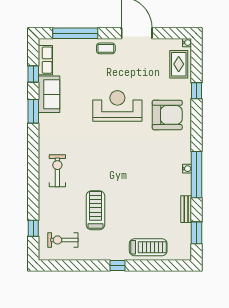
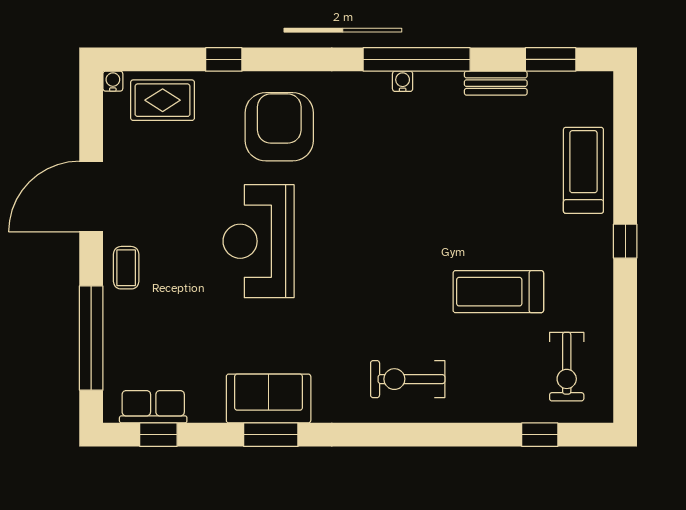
window: (33, 74) -> (158, 435), moved
sofa: (49, 94) -> (269, 398), moved

